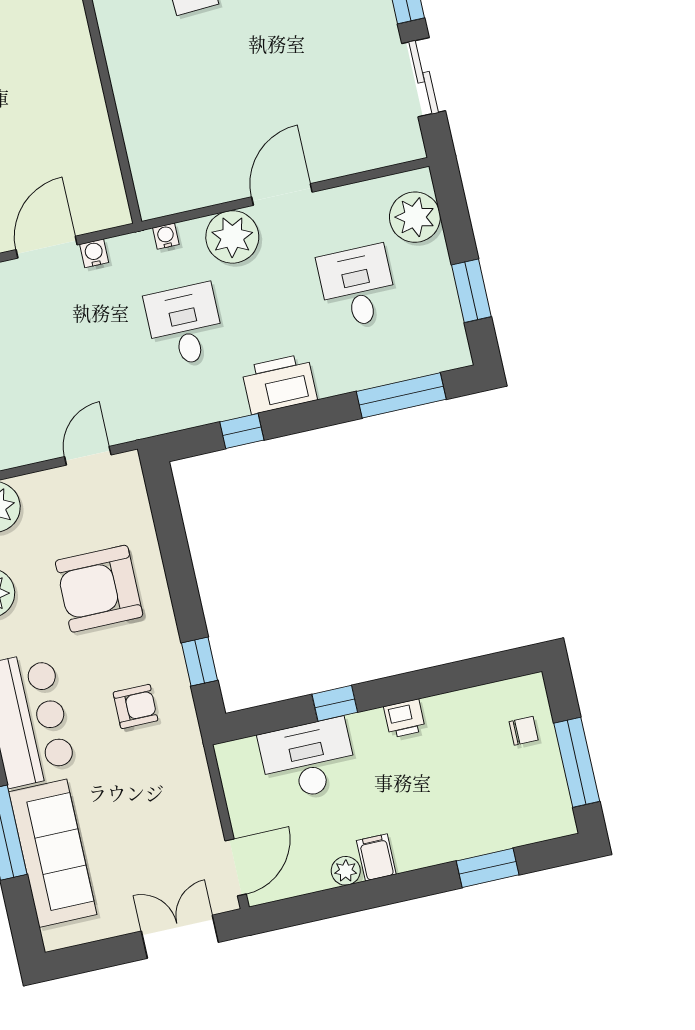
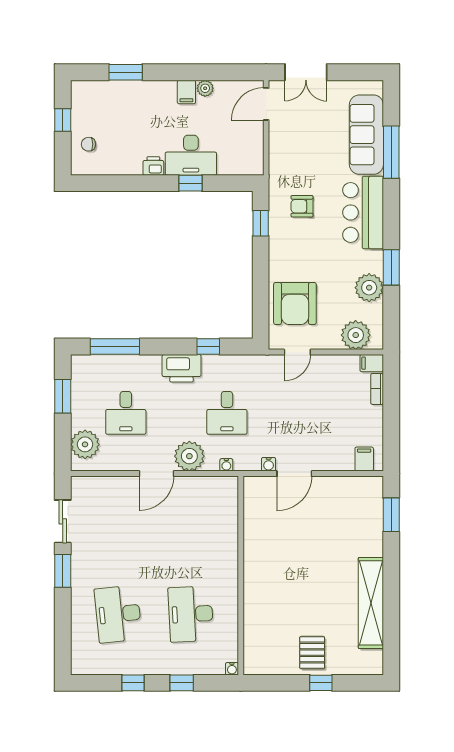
armchair: (99, 589) -> (295, 303), moved, turned 90
desk: (308, 759) -> (191, 155), moved
window: (577, 762) -> (63, 120), width x0.46

